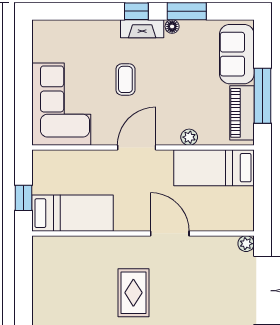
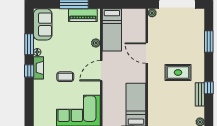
sofa: (237, 54) -> (43, 24), moved, turned -90
door: (137, 148) -> (101, 71), hinge flipped
door: (170, 233) -> (147, 53), hinge flipped

